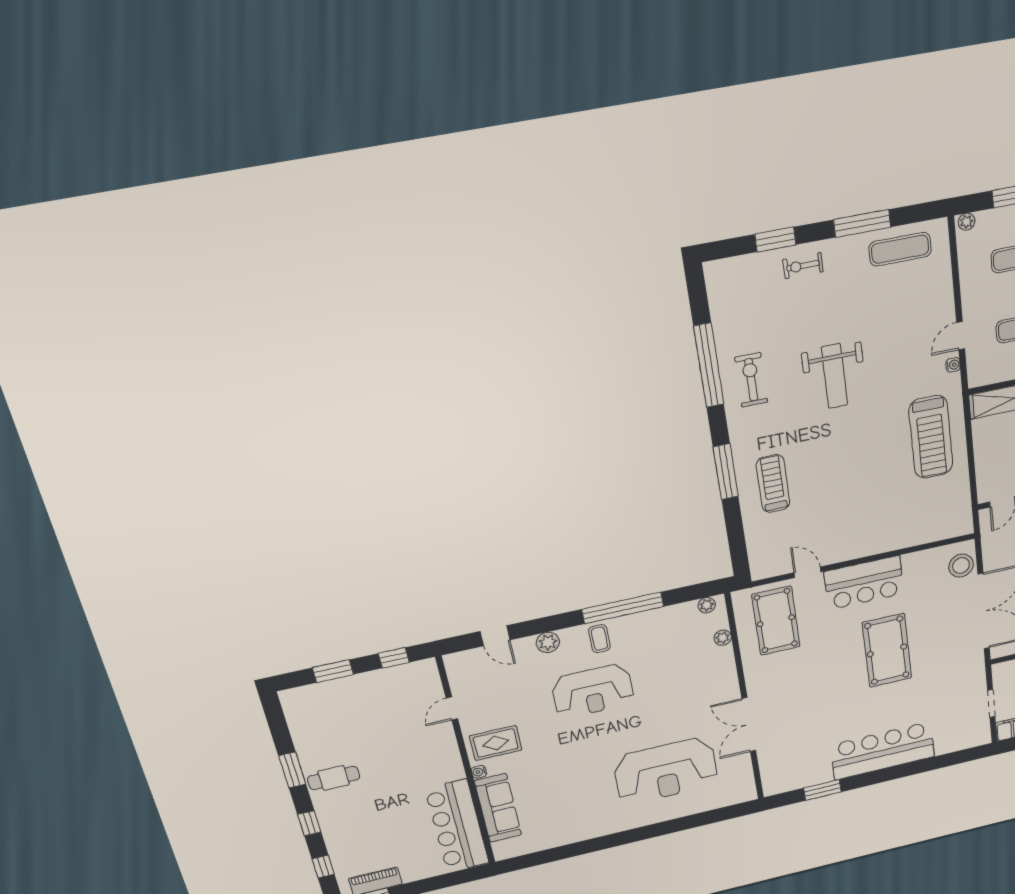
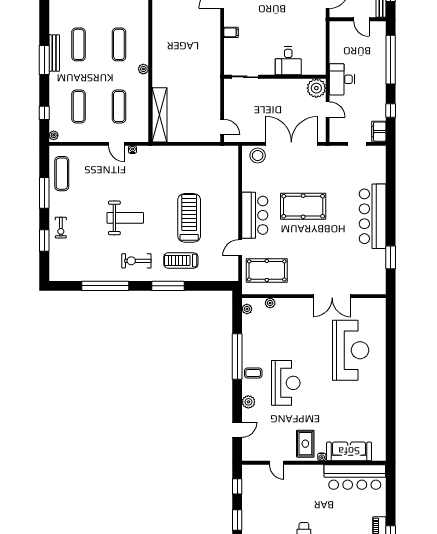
exercise bike: (751, 380) -> (136, 261), moved
treadmill: (931, 437) -> (189, 218), moved, turned -90

